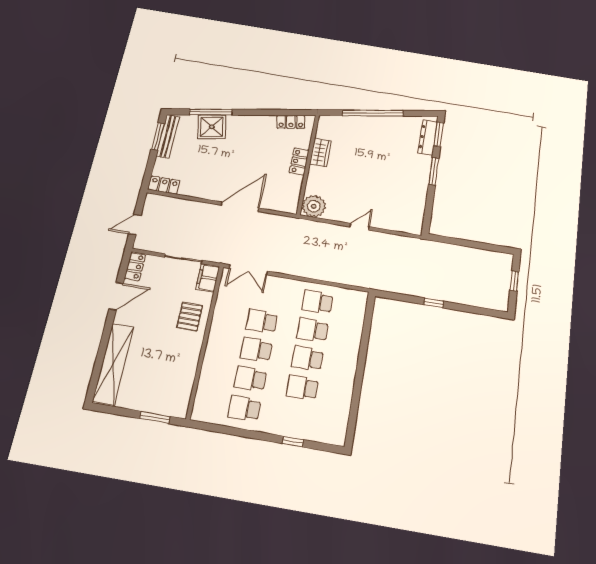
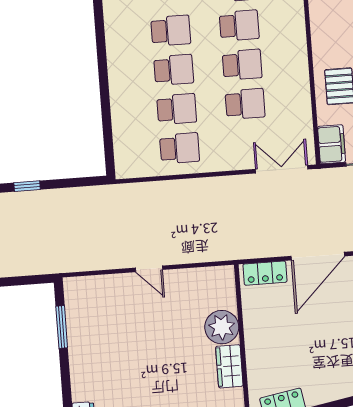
locker: (299, 161) -> (265, 273), moved, turned 90
window: (434, 171) -> (62, 327), moved
plant: (314, 206) -> (222, 327), moved
door: (360, 227) -> (149, 269), hinge flipped

